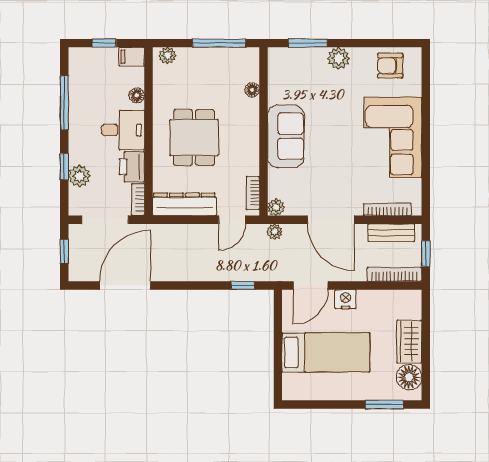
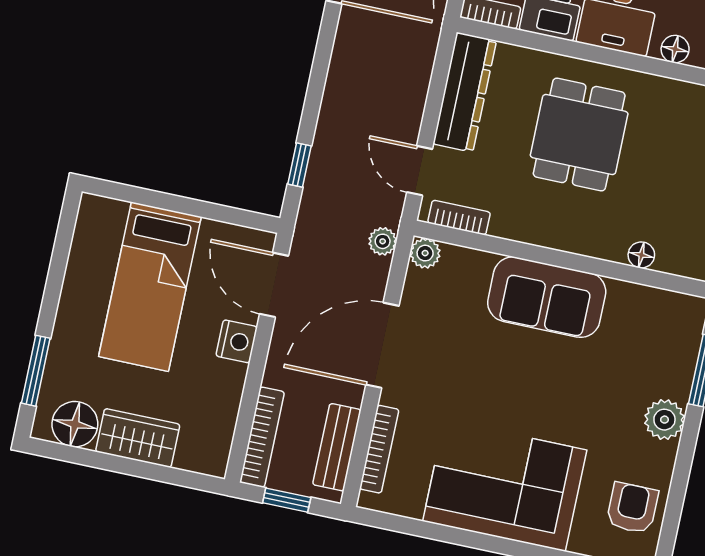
dining table: (194, 137) -> (579, 135), turned 90

